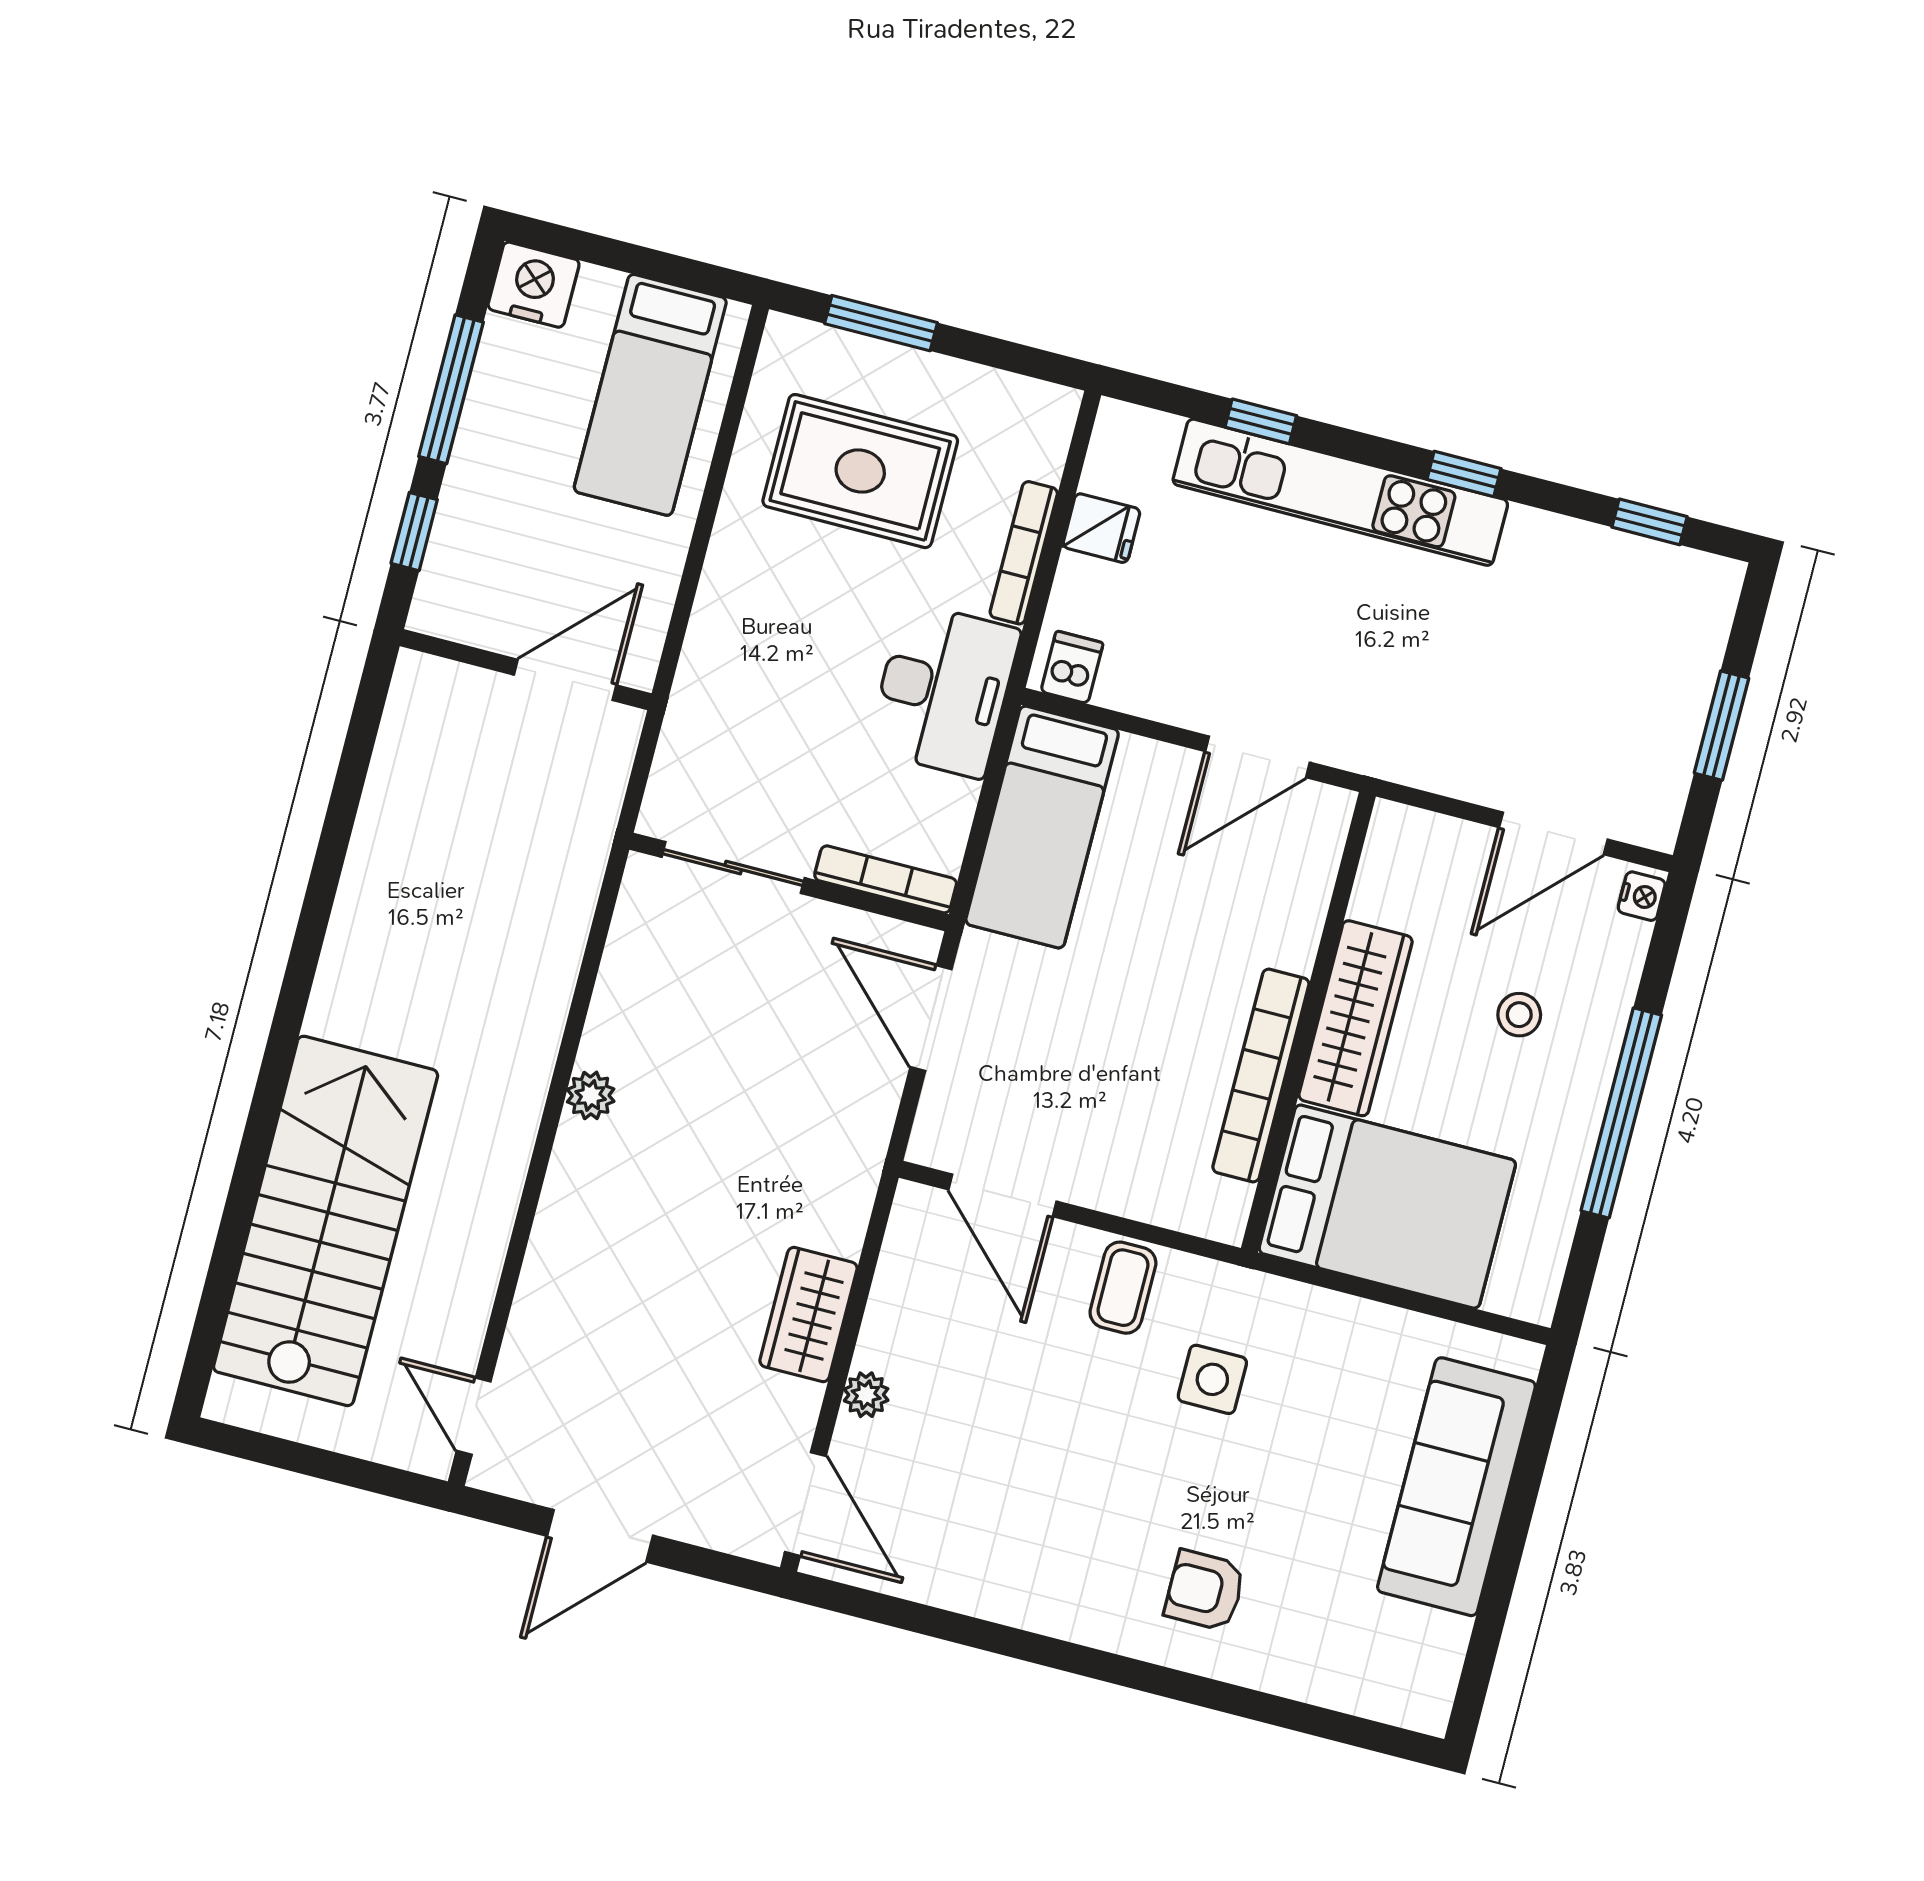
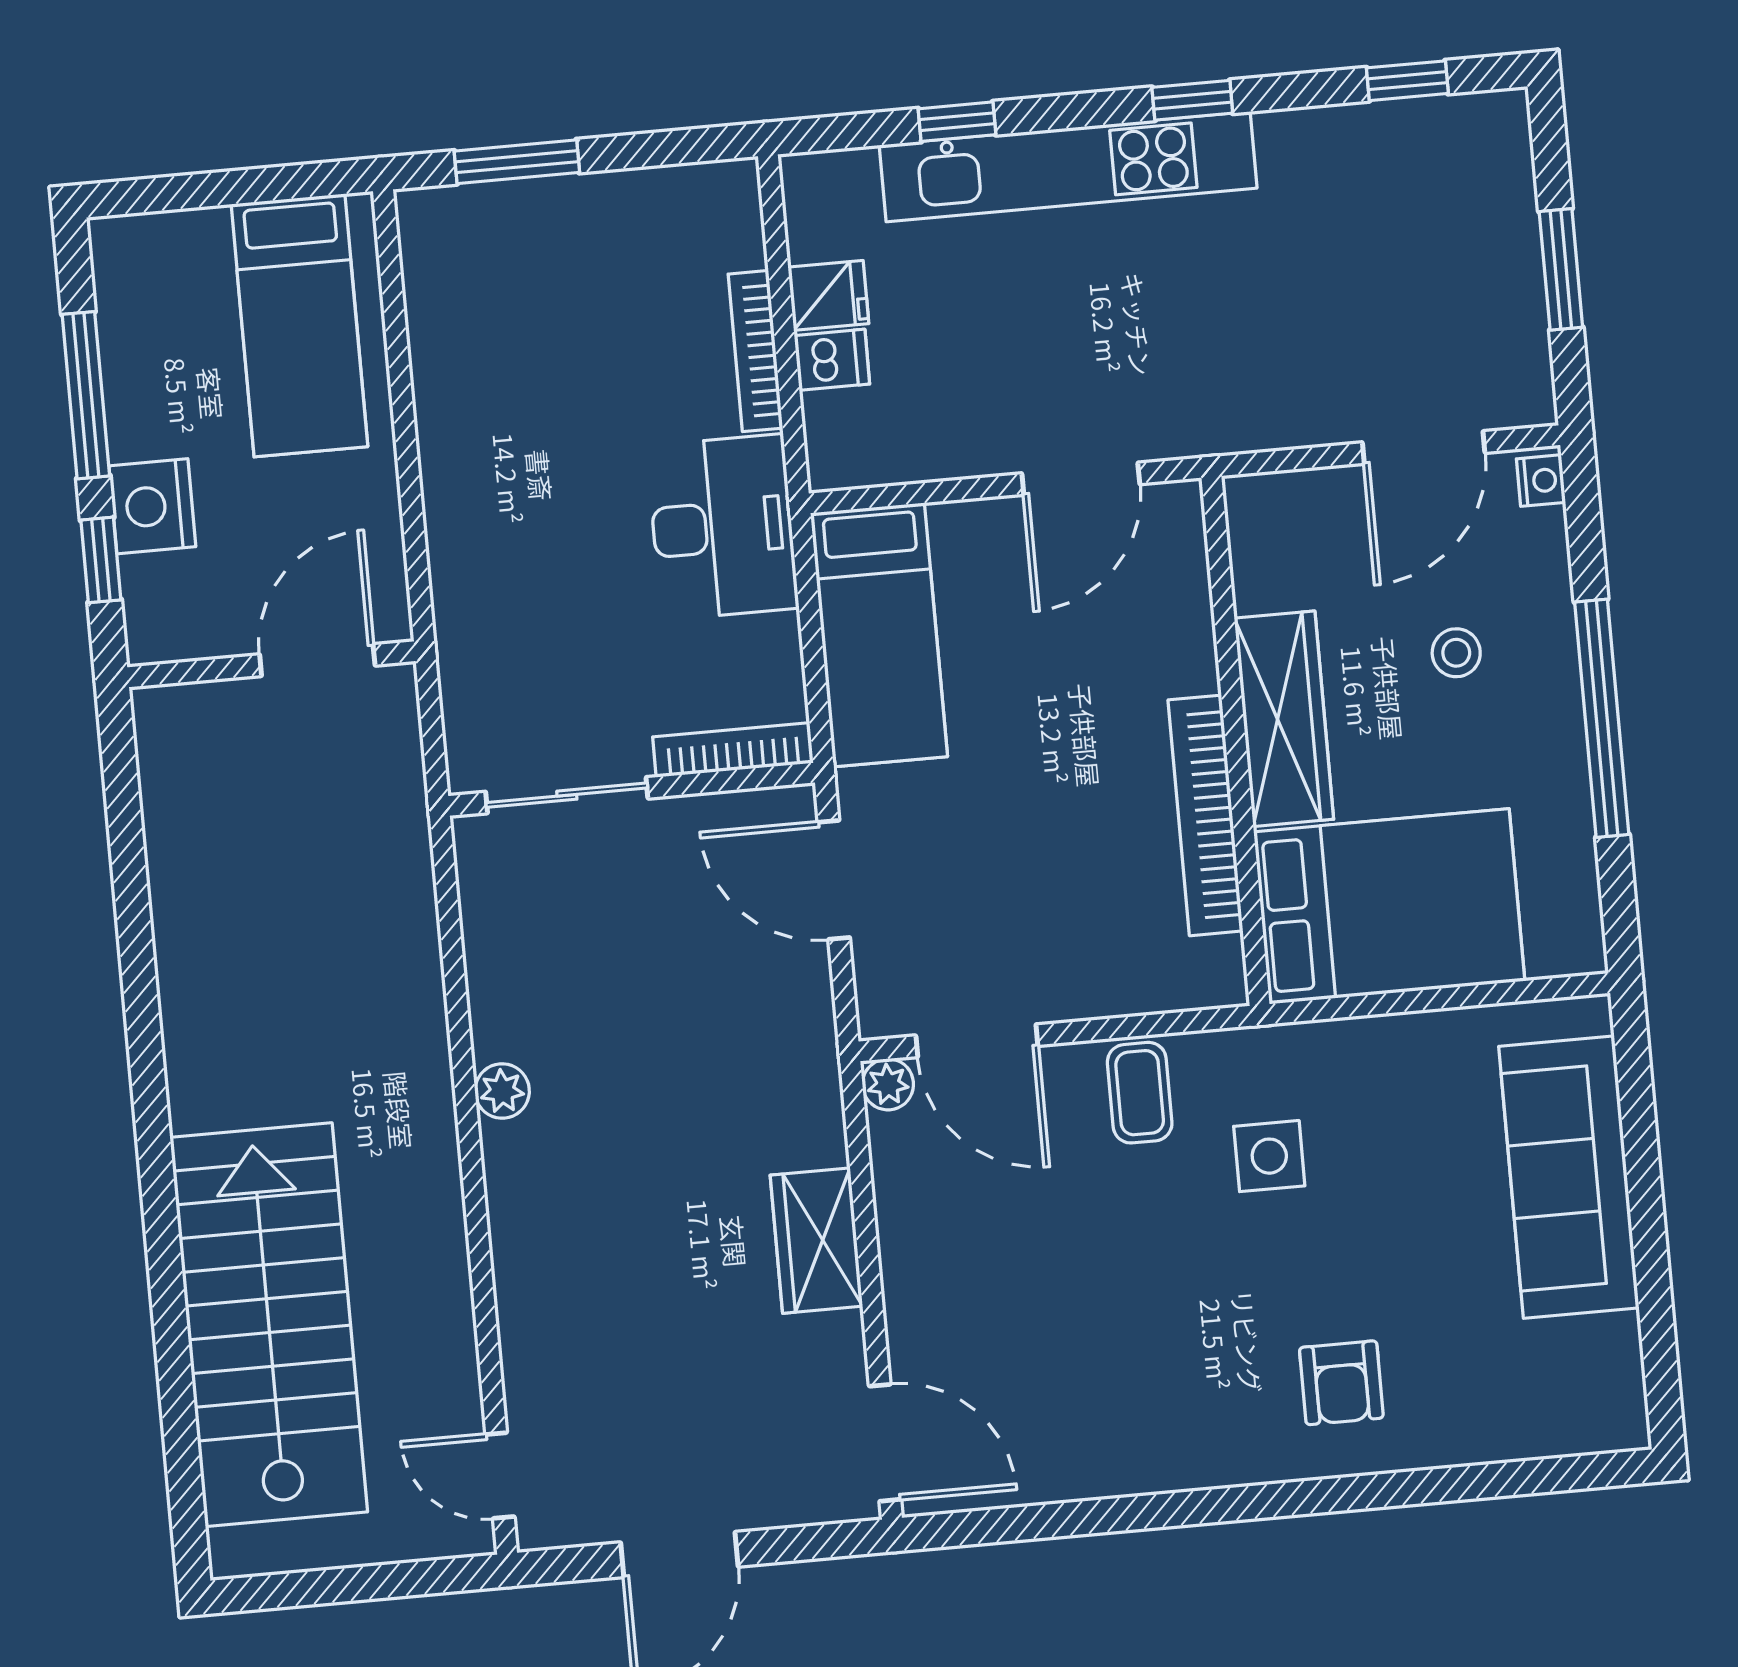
nightstand: (534, 285) -> (152, 506), moved, turned -90
rug: (860, 471) -> (551, 326), removed
dishwasher: (1072, 667) -> (832, 360), moved, turned 90
plant: (866, 1395) -> (888, 1084), moved
armchair: (1205, 1590) -> (1341, 1383), turned -90

